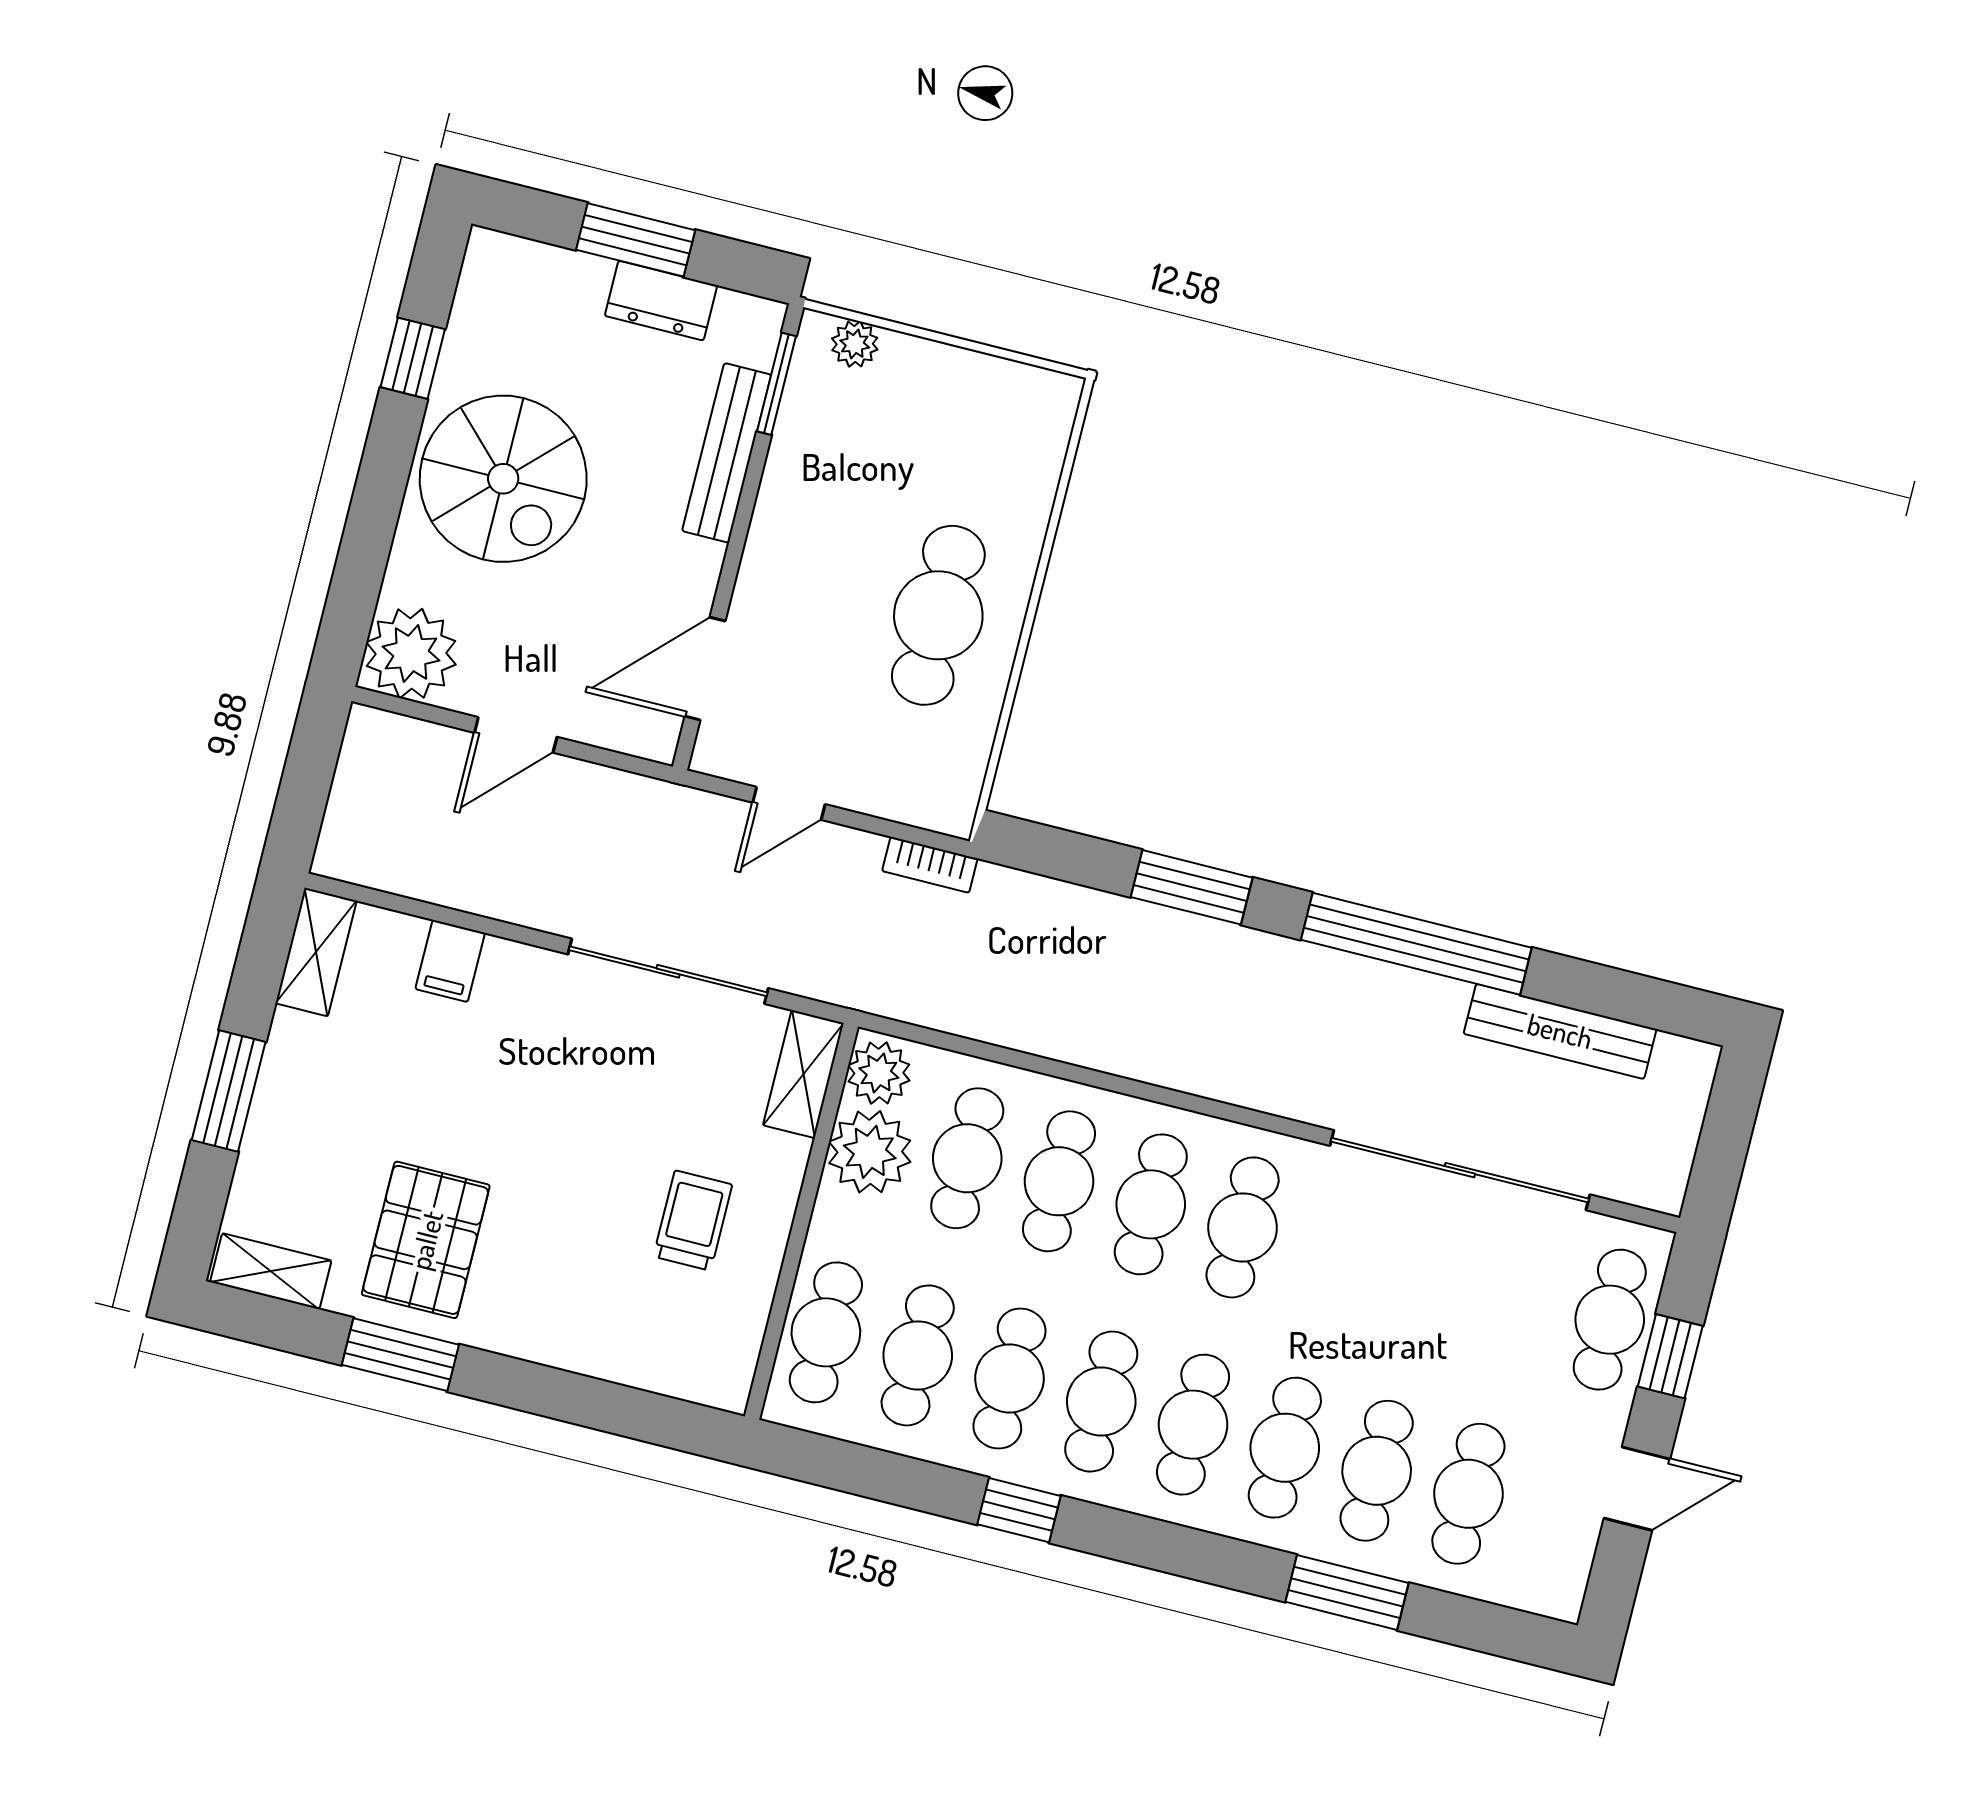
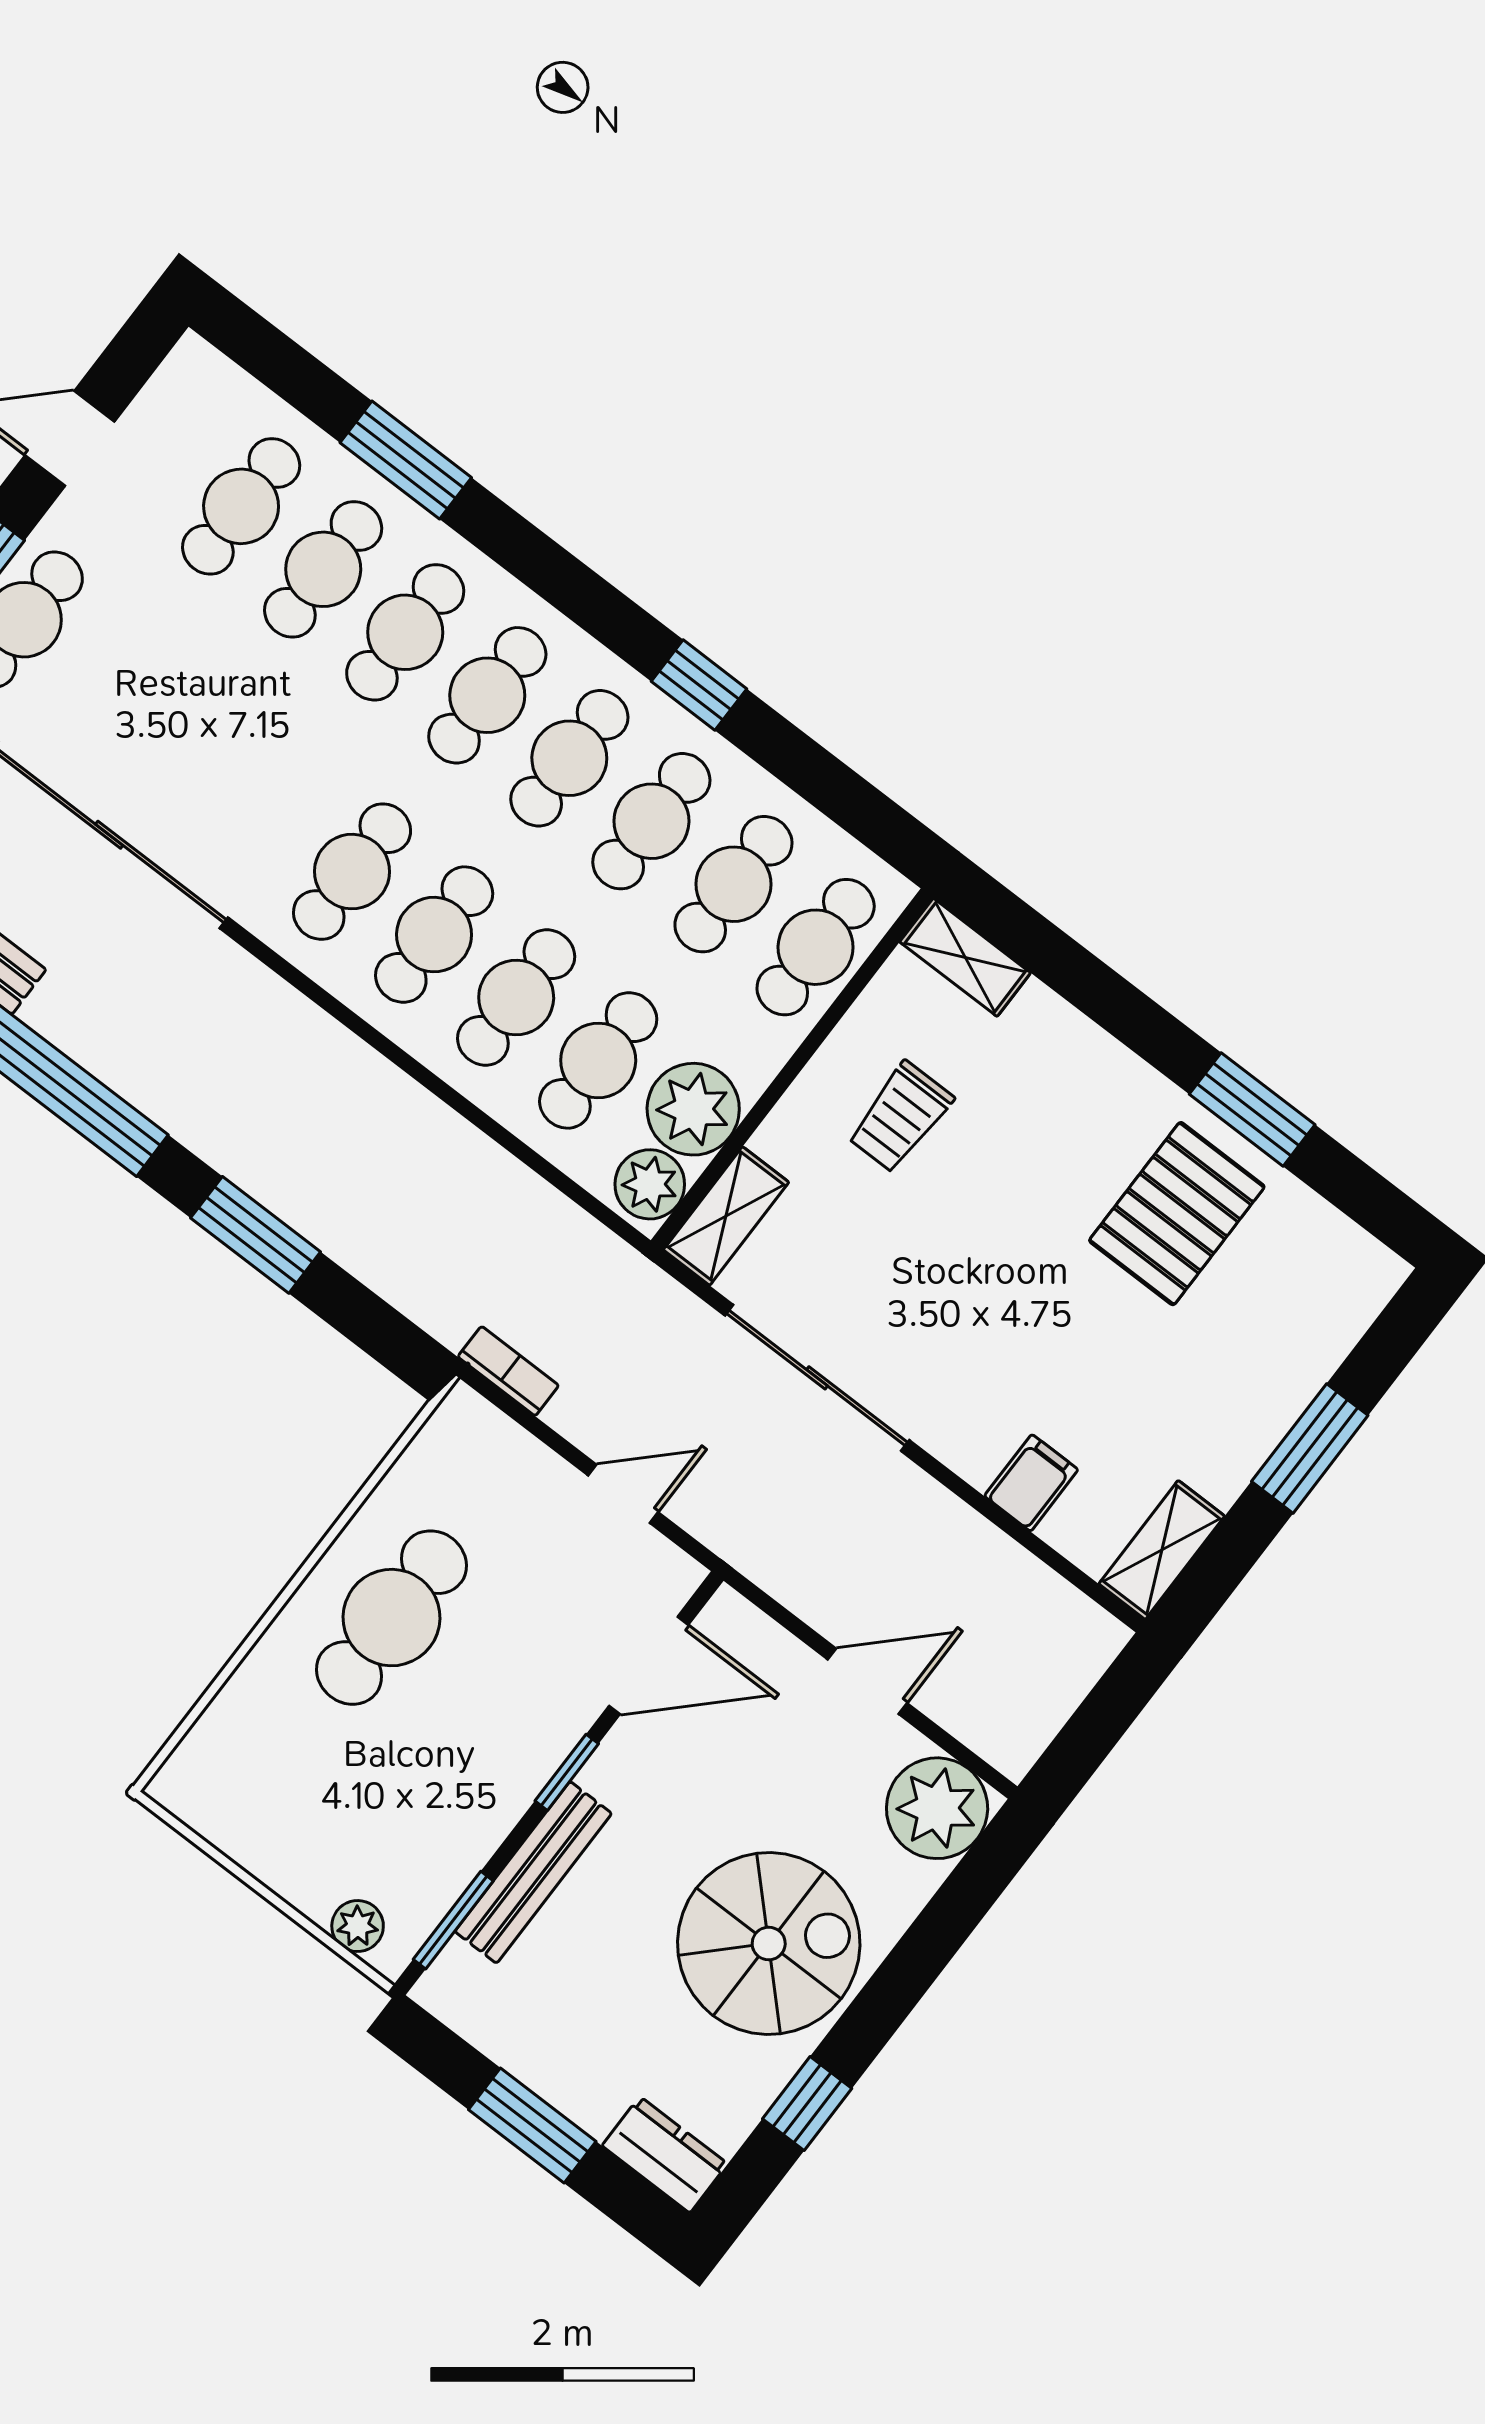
dresser: (661, 301) -> (665, 2155), moved
spiral stairs: (503, 479) -> (769, 1943), turned 90
window: (735, 549) -> (567, 1772), added
shelving: (271, 1271) -> (965, 957), moved

